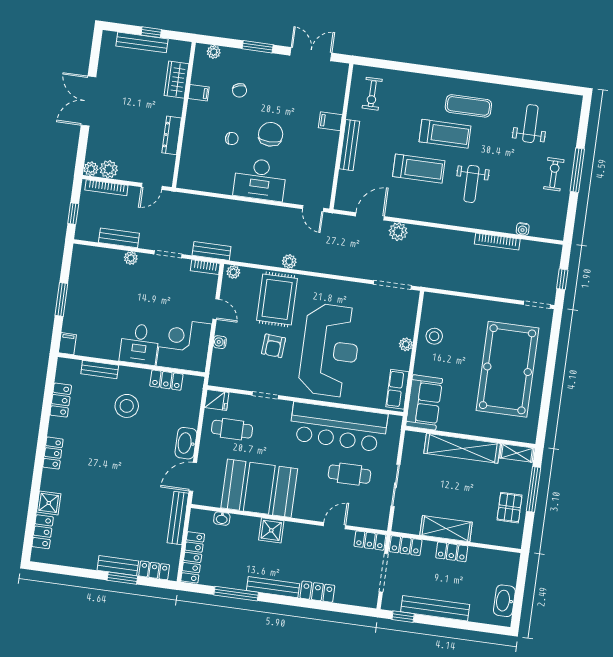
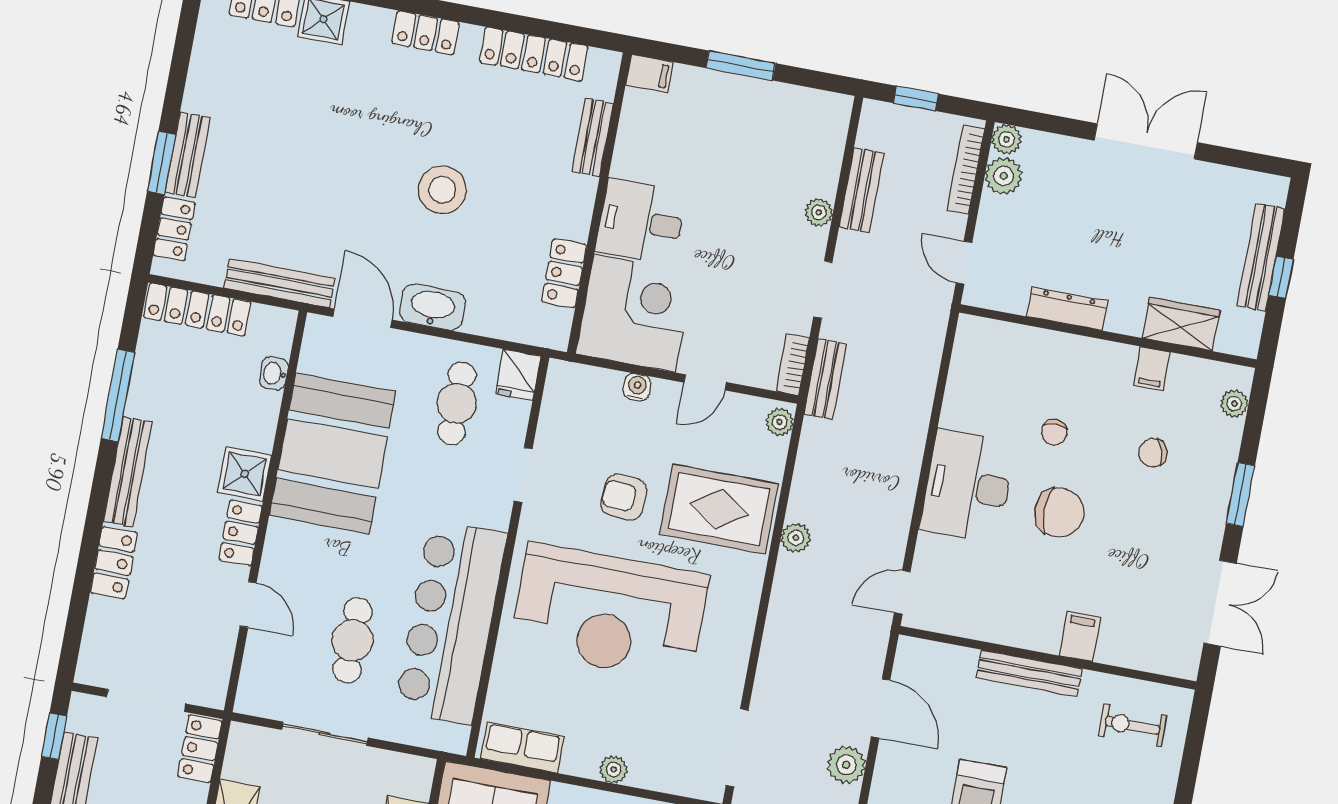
locker: (61, 400) -> (534, 54), width x1.53
stool: (127, 406) -> (442, 190), moved
locker: (370, 541) -> (241, 533), moved

